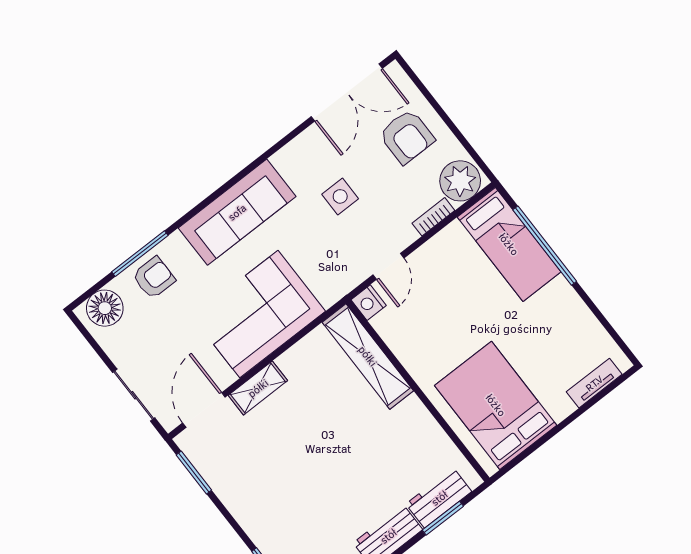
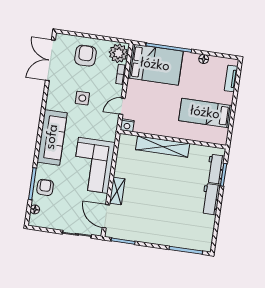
double door: (347, 93) -> (50, 60), swing flipped
armchair: (407, 137) -> (86, 56), turned -90
bed: (509, 244) -> (155, 65), width x1.50
door: (388, 266) -> (122, 106), swing flipped
floor lamp: (105, 308) -> (35, 209), width x0.53, depth x0.53
floor lamp: (581, 314) -> (204, 59), added
shelving: (368, 356) -> (163, 147), moved
bed: (496, 405) -> (205, 113), width x0.67

